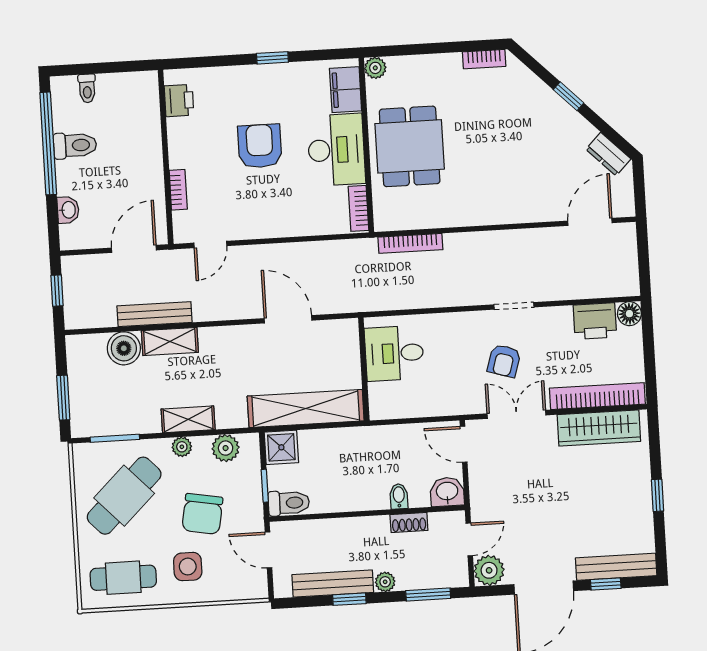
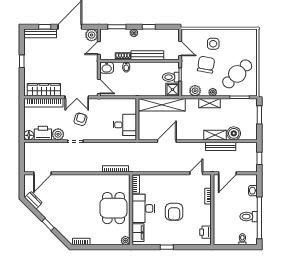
door: (288, 319) -> (167, 141), swing flipped
plant: (557, 320) -> (58, 134), added
toilet: (289, 503) -> (171, 77), moved
cafe table: (123, 578) -> (240, 41), removed
bench: (333, 584) -> (147, 55), moved

